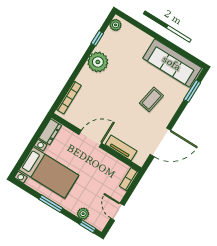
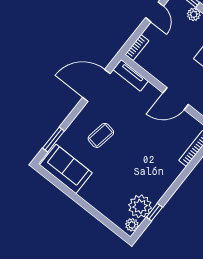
plant: (98, 62) -> (140, 206), moved
sofa: (172, 63) -> (66, 169), width x0.73
tv unit: (121, 148) -> (131, 75), moved

